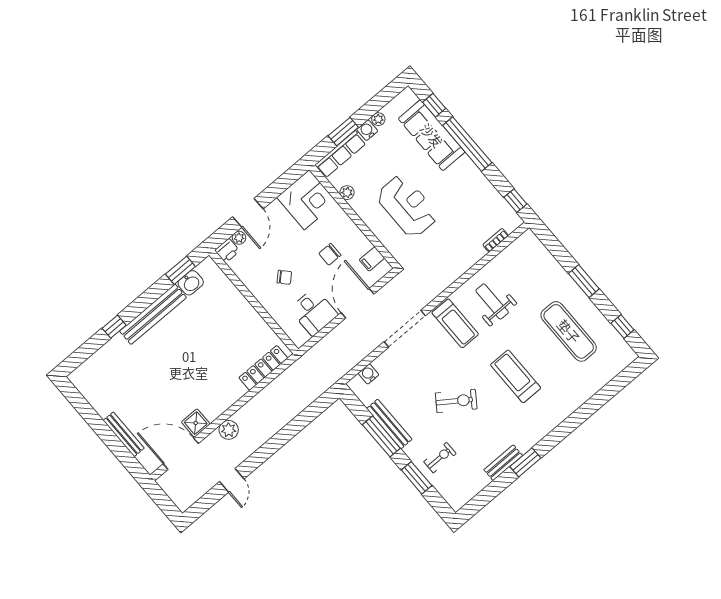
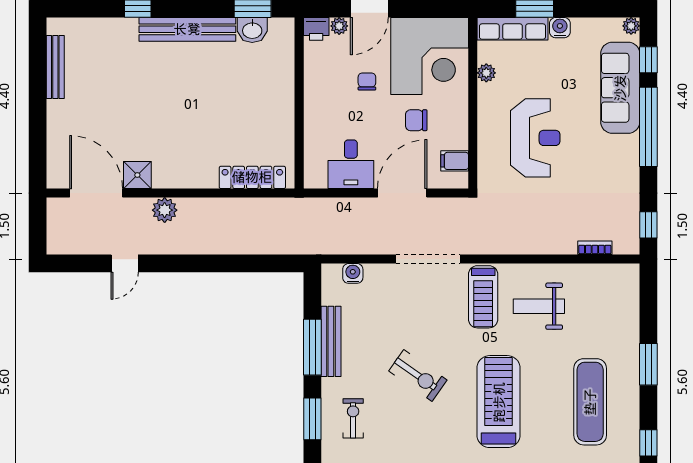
plant: (378, 119) -> (631, 26), moved
corner desk: (307, 200) -> (430, 56), width x1.36, depth x1.36
chair: (284, 277) -> (367, 82), moved, turned -137
weight bench: (492, 301) -> (539, 306), turned -90
treadmill: (516, 376) -> (499, 402), width x1.37, depth x1.37
bench: (124, 434) -> (55, 67), moved
exercise bike: (440, 458) -> (353, 418), turned -90

